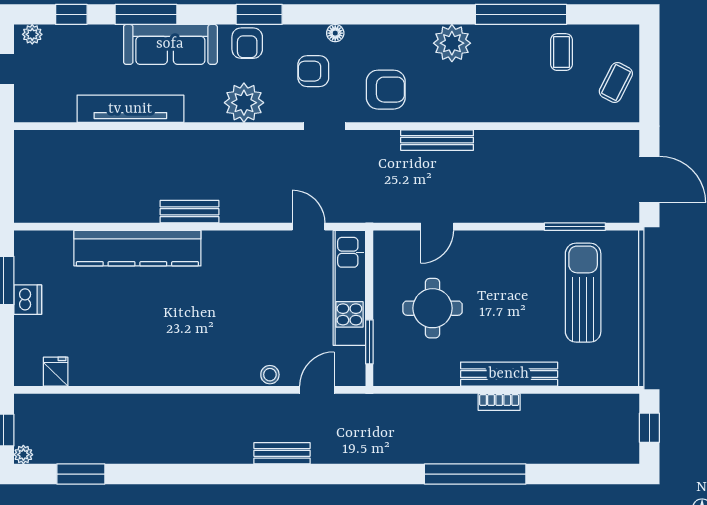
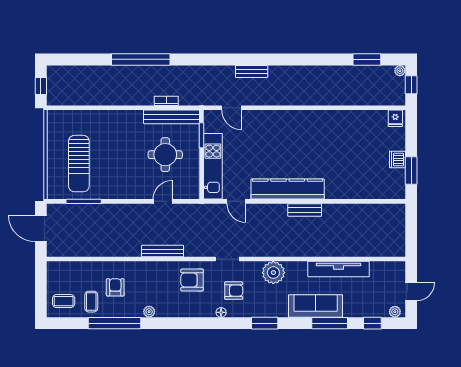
armchair: (247, 43) -> (115, 287), moved
plant: (452, 43) -> (149, 312), width x0.53, depth x0.53
coffee table: (616, 82) -> (64, 301), moved, turned 63
kitchen counter: (137, 248) -> (288, 189), moved
fridge: (56, 372) -> (395, 118), moved
bench: (509, 374) -> (171, 117), moved
stool: (270, 375) -> (259, 117), removed
door: (317, 390) -> (232, 108), hinge flipped
bookcase: (499, 402) -> (166, 101), moved

